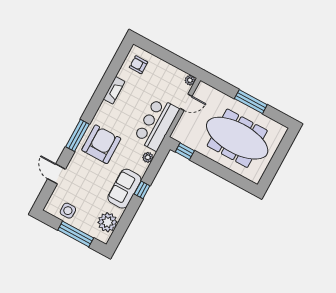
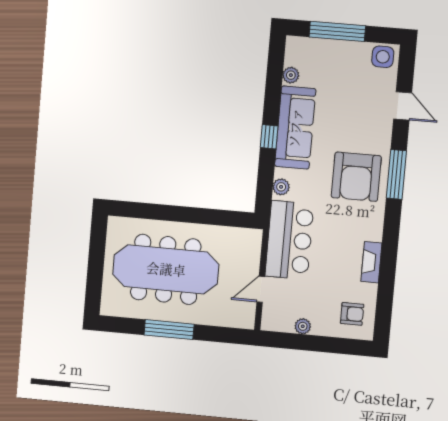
plant: (190, 80) -> (303, 326), moved
window: (185, 151) -> (232, 219), removed
sofa: (124, 189) -> (295, 128), width x1.36
side table: (68, 211) -> (383, 57), moved
plant: (108, 222) -> (291, 75), width x0.53, depth x0.53

